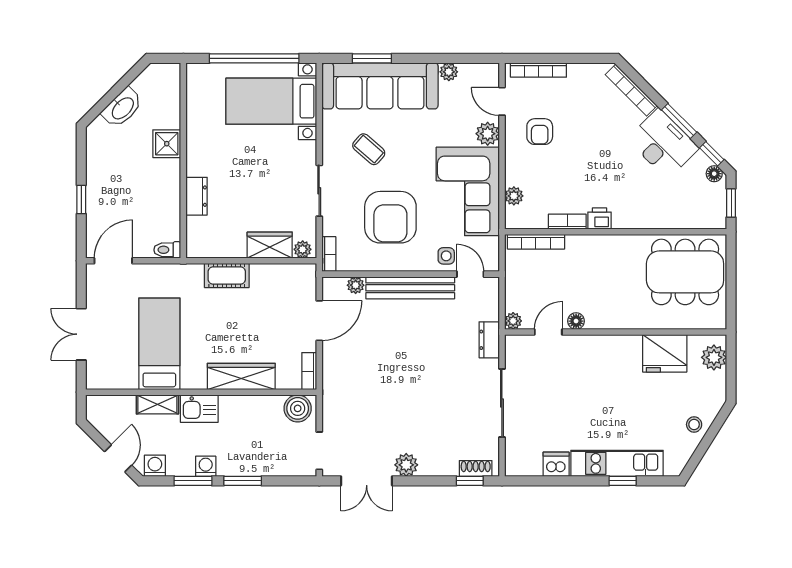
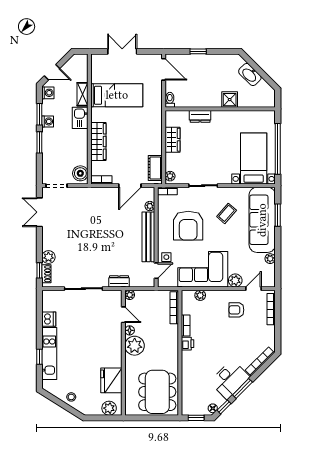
armchair: (390, 217) -> (188, 226), turned -90
wardrobe: (270, 245) -> (172, 140), moved
cot: (227, 276) -> (155, 168), moved
plant: (603, 312) -> (135, 346), added
door: (319, 321) -> (130, 186), hinge flipped
plant: (406, 465) -> (48, 257), moved

